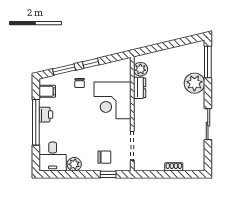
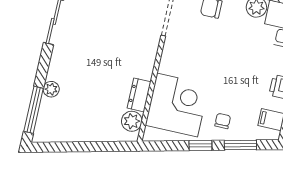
plant: (194, 83) -> (51, 89), width x0.53, depth x0.53
corner desk: (112, 100) -> (177, 105), moved

